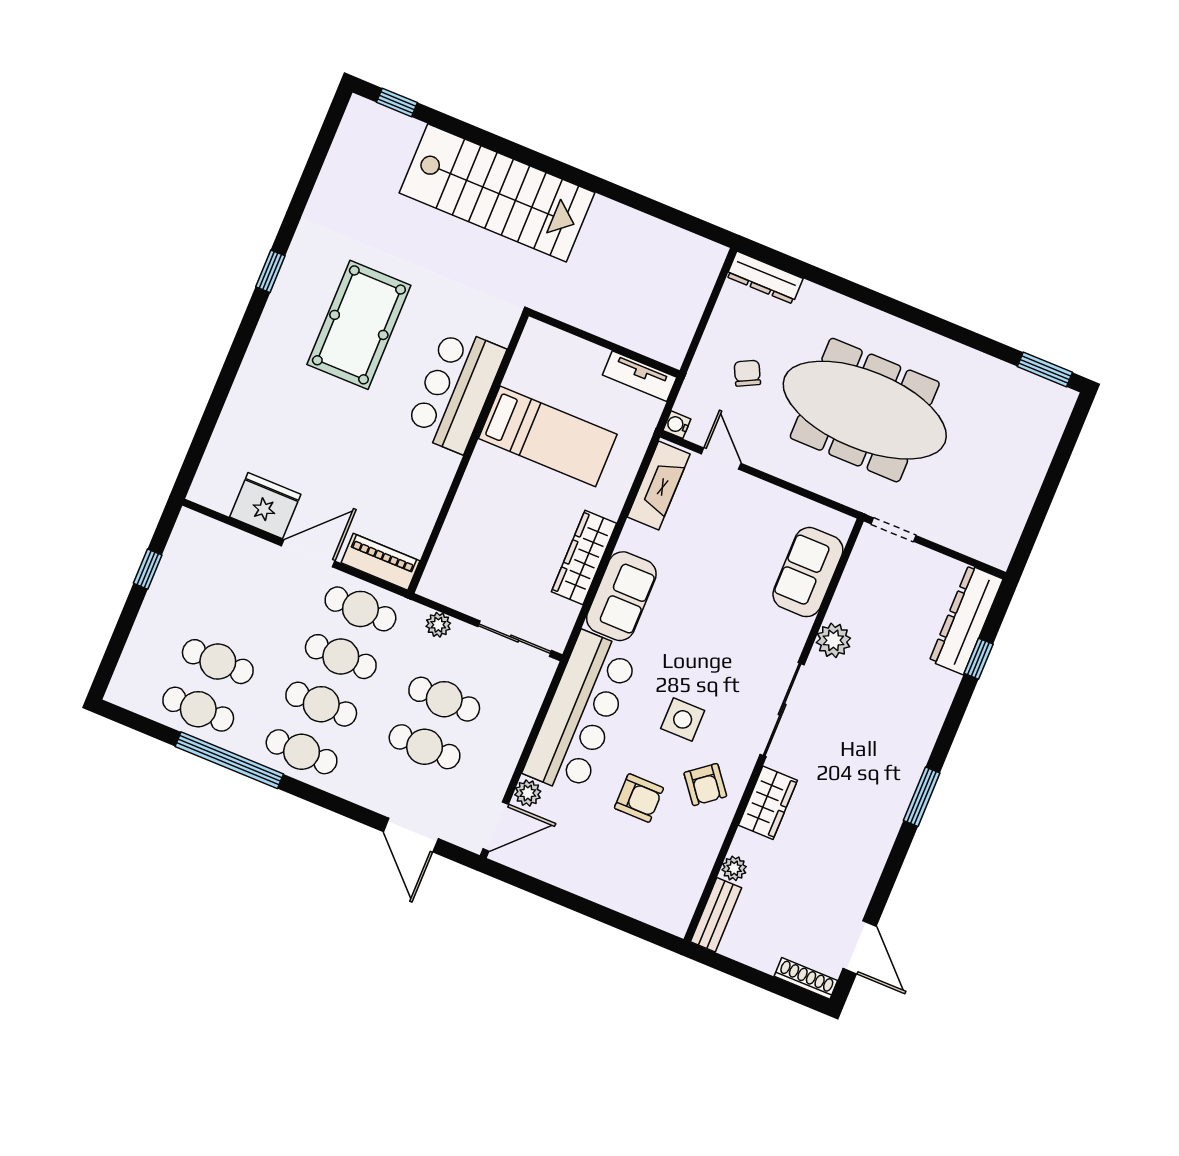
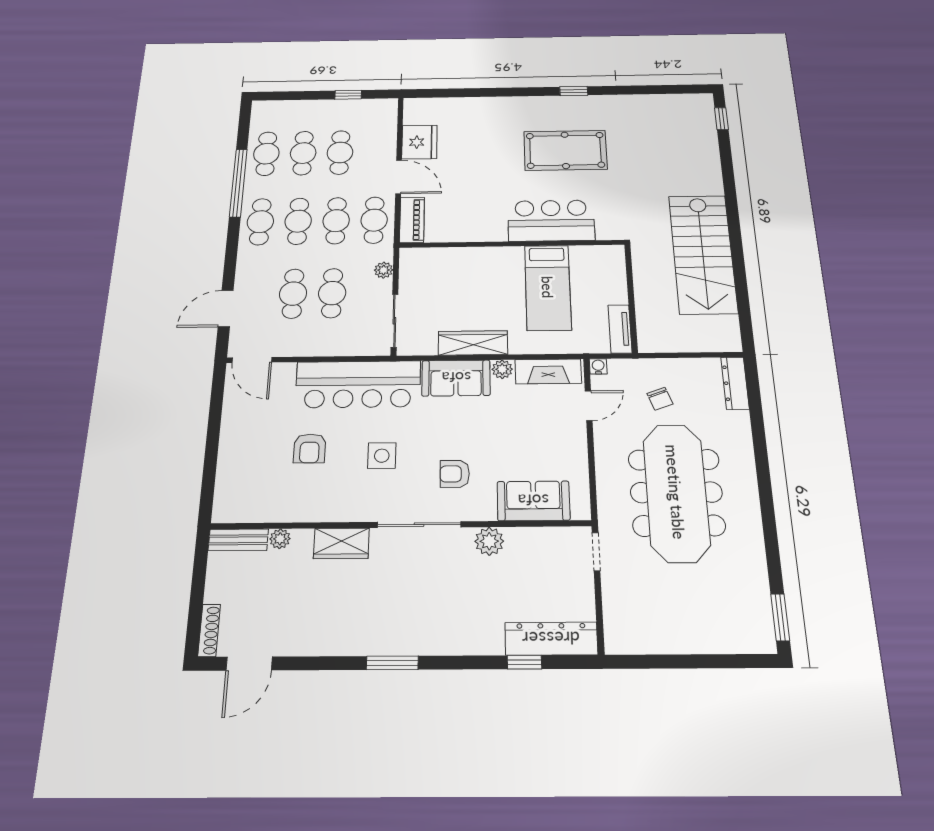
stairs: (497, 193) -> (703, 254), moved
chair: (747, 373) -> (660, 399), turned 97
cafe table: (237, 614) -> (340, 152), added
armchair: (705, 785) -> (455, 474), moved, turned 38
plant: (528, 793) -> (502, 369), moved

